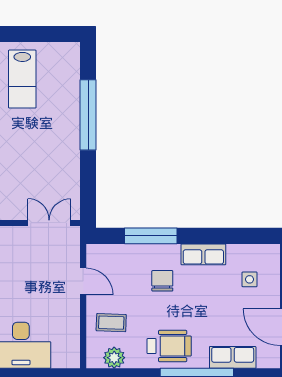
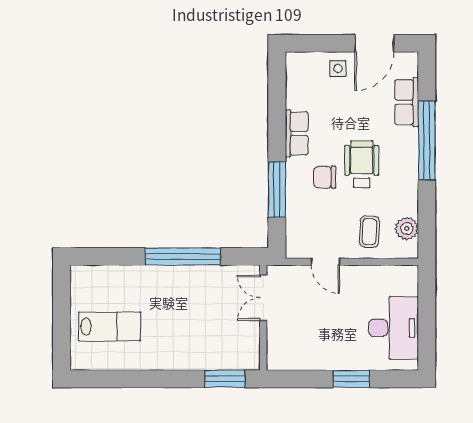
window: (88, 115) -> (183, 256), moved
side table: (250, 279) -> (338, 68), moved
door: (83, 281) -> (325, 262), swing flipped
wheelchair: (169, 346) -> (362, 164), moved

